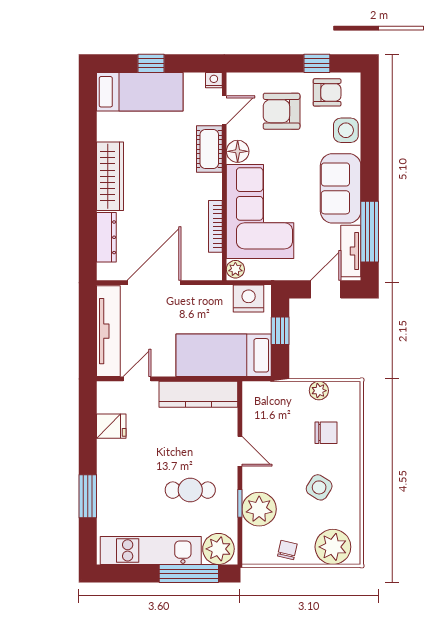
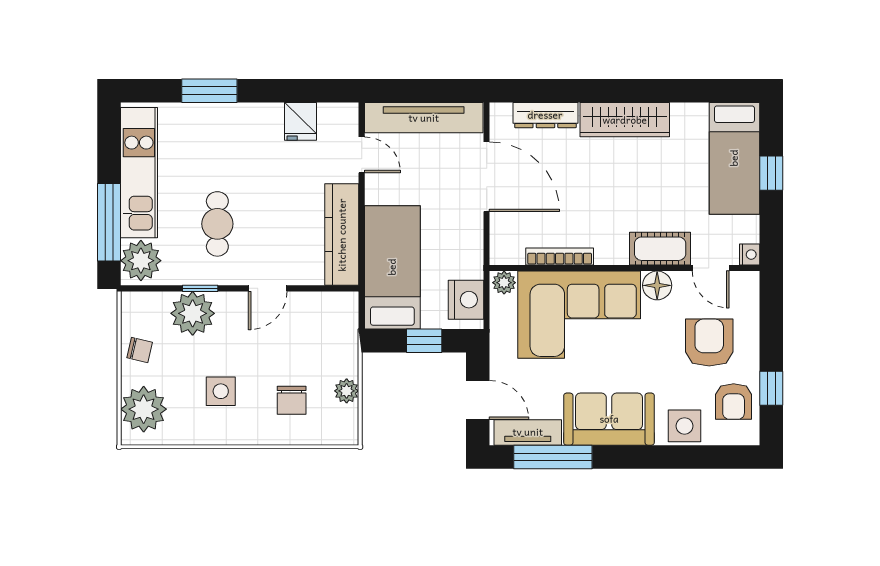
side table: (319, 487) -> (221, 391), turned -32

